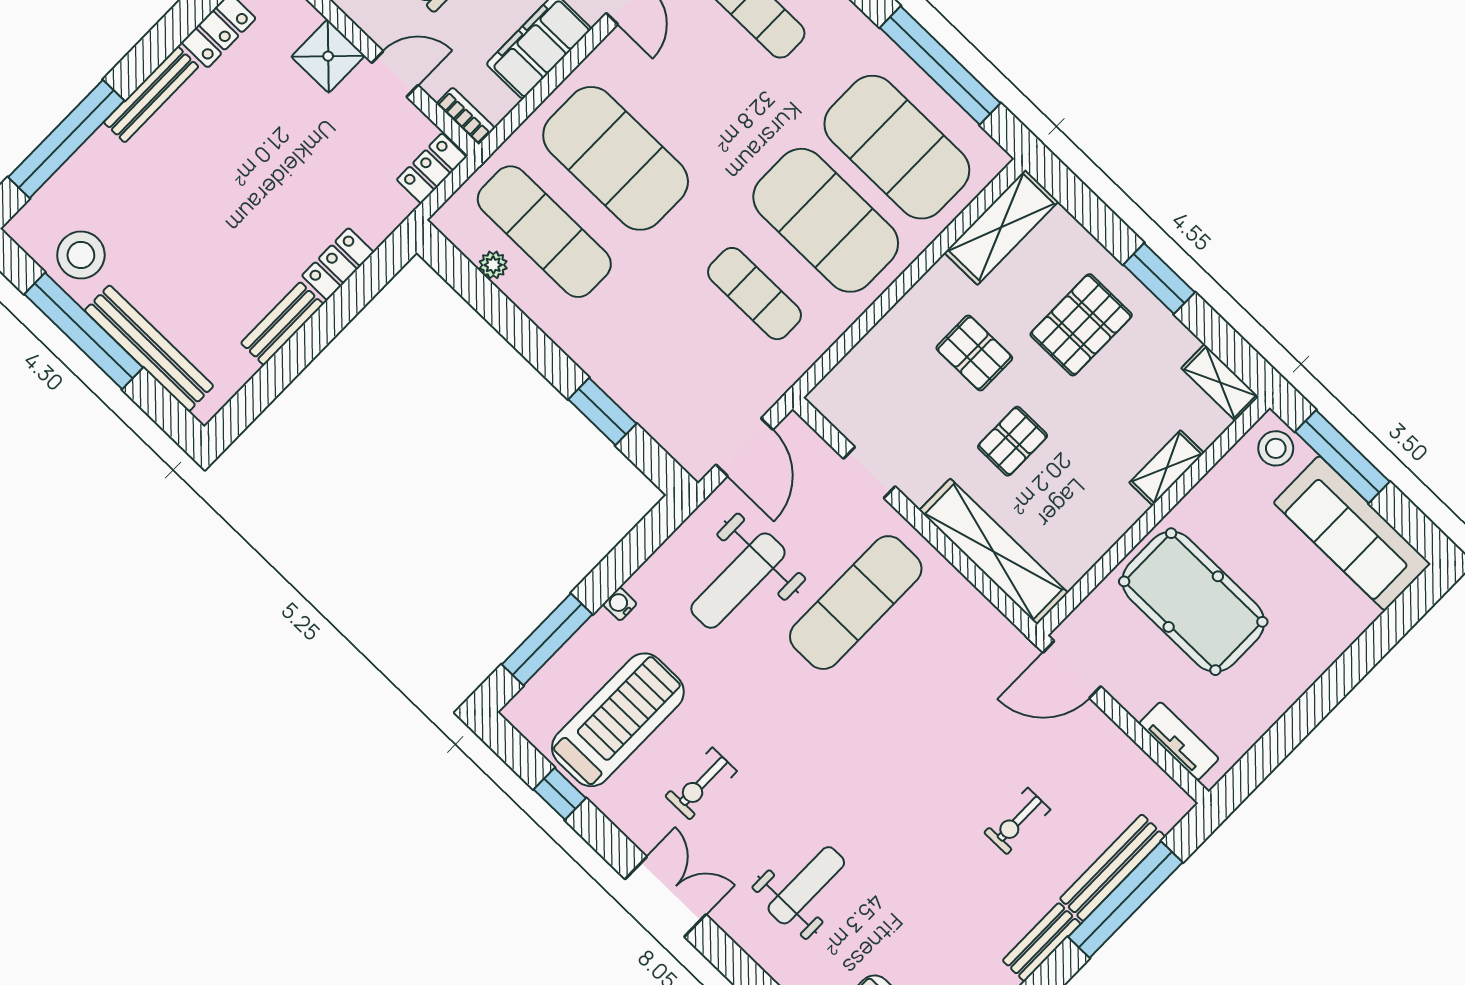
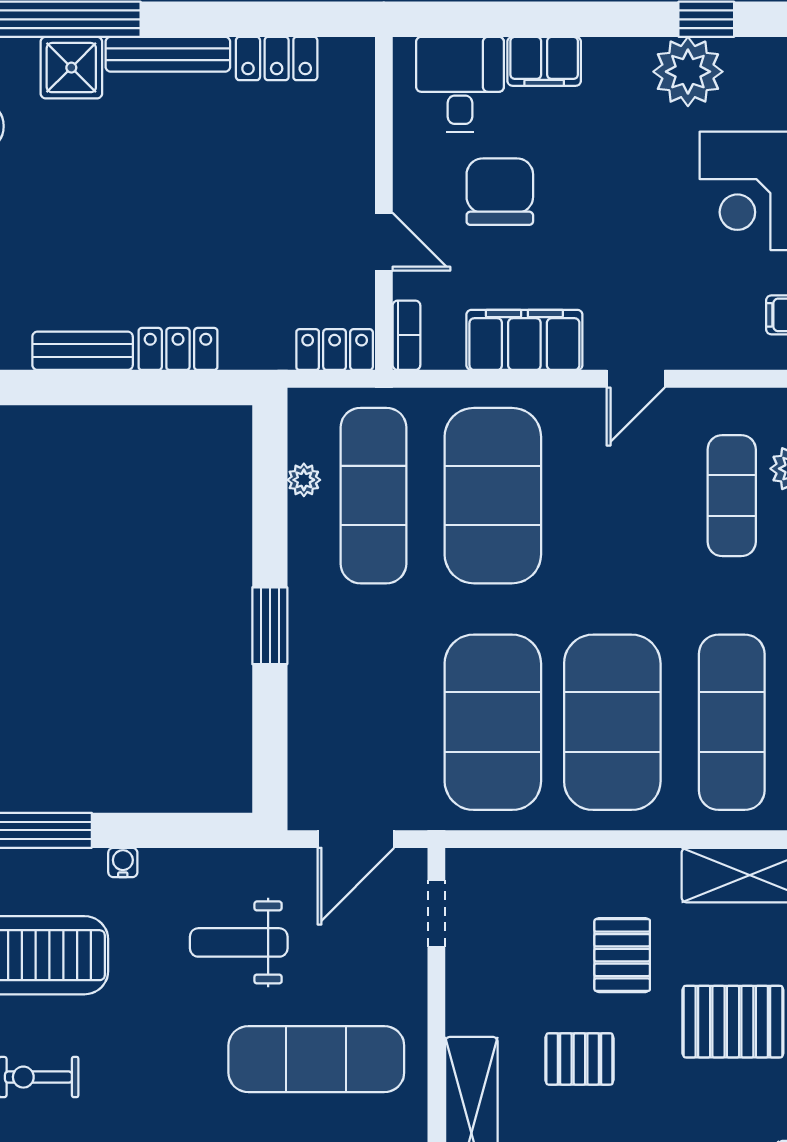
shower: (328, 56) -> (71, 68), moved
exercise mat: (897, 147) -> (732, 722), width x0.68
exercise mat: (754, 294) -> (493, 722), width x2.00, depth x1.45
window: (602, 412) -> (270, 626), moved
doorway: (869, 473) -> (436, 914), moved
weight bench: (738, 581) -> (239, 942), width x0.73, depth x0.75

